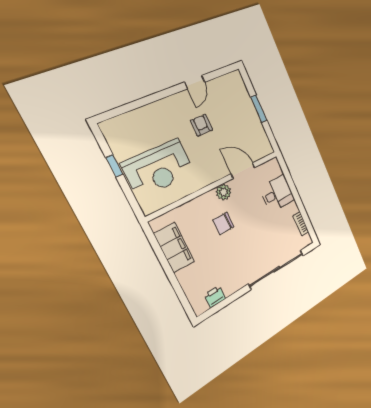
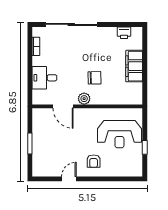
armchair: (202, 125) -> (94, 161), moved
reception desk: (158, 168) -> (119, 134), turned 180
filing cabinet: (174, 248) -> (134, 66), moved

